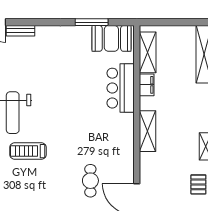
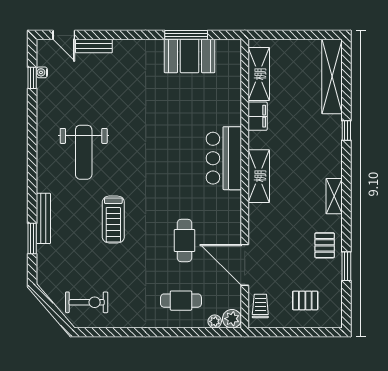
booth: (111, 38) -> (190, 56), moved
bar counter: (121, 88) -> (224, 158), moved
treadmill: (28, 151) -> (113, 220), moved, turned -90

